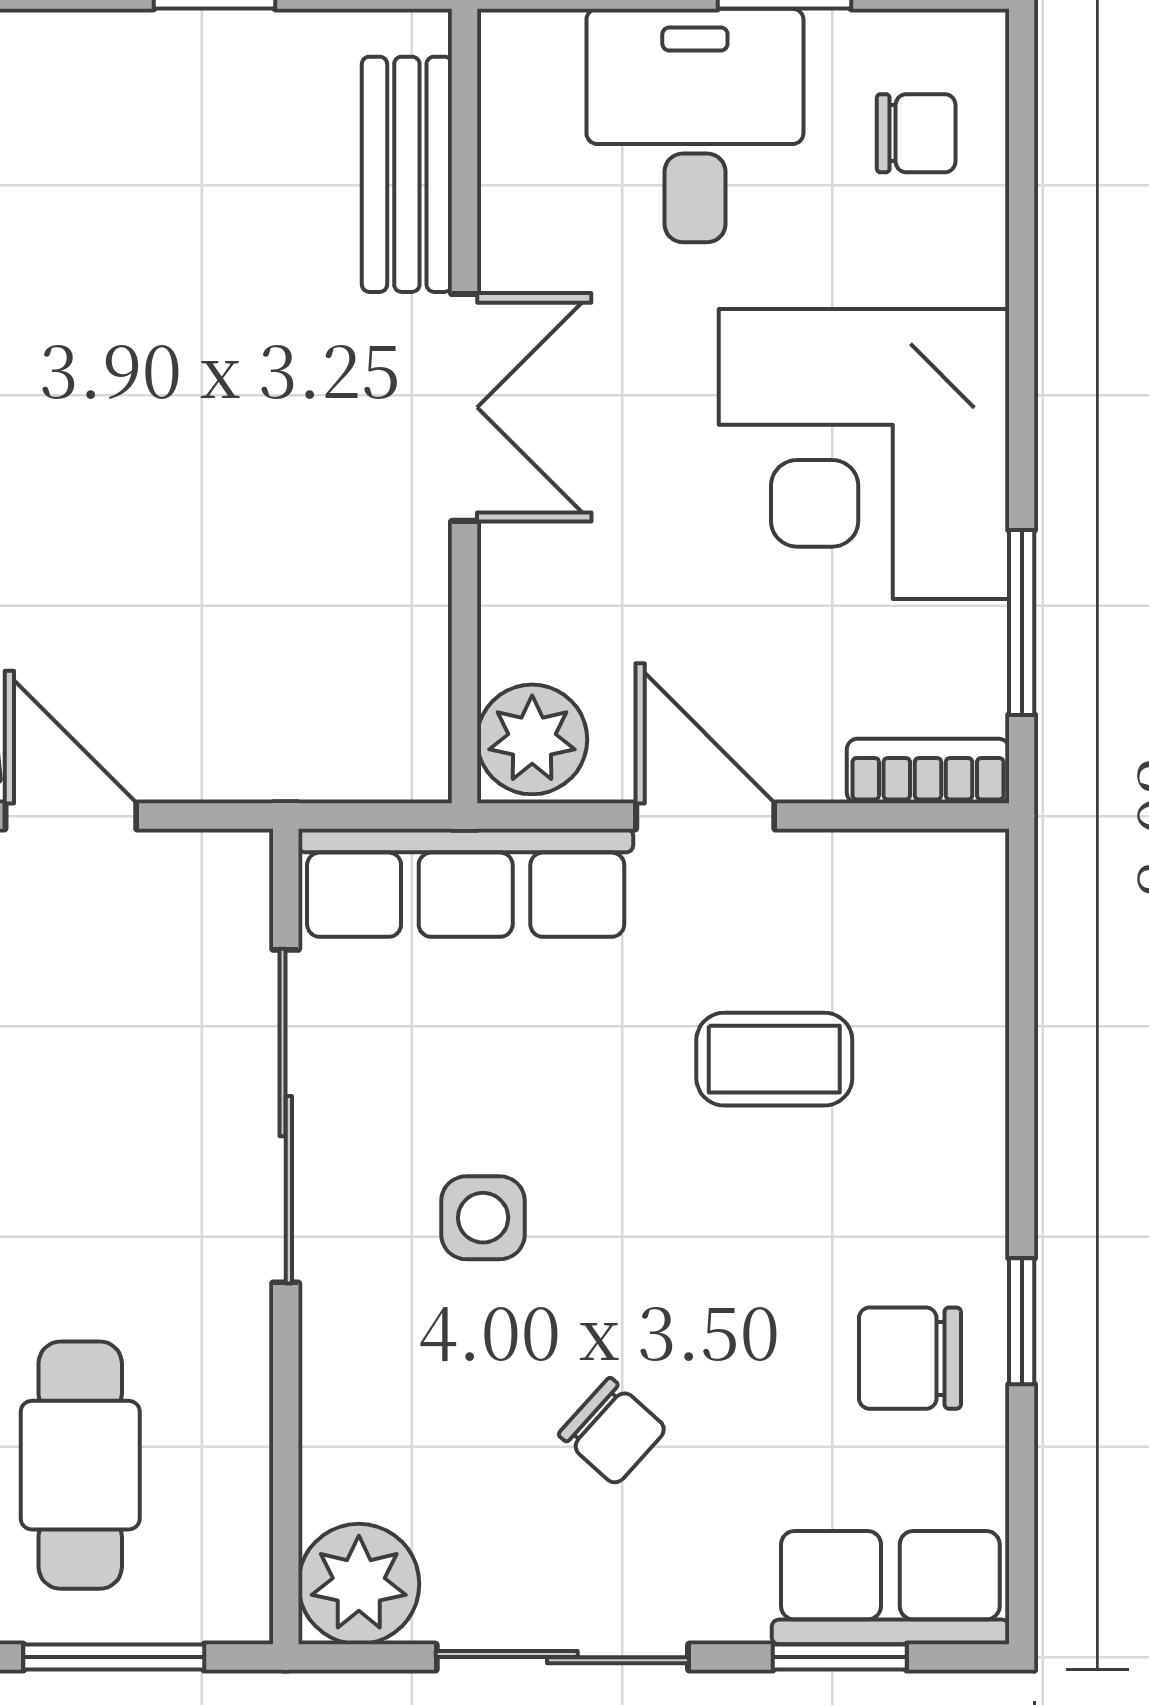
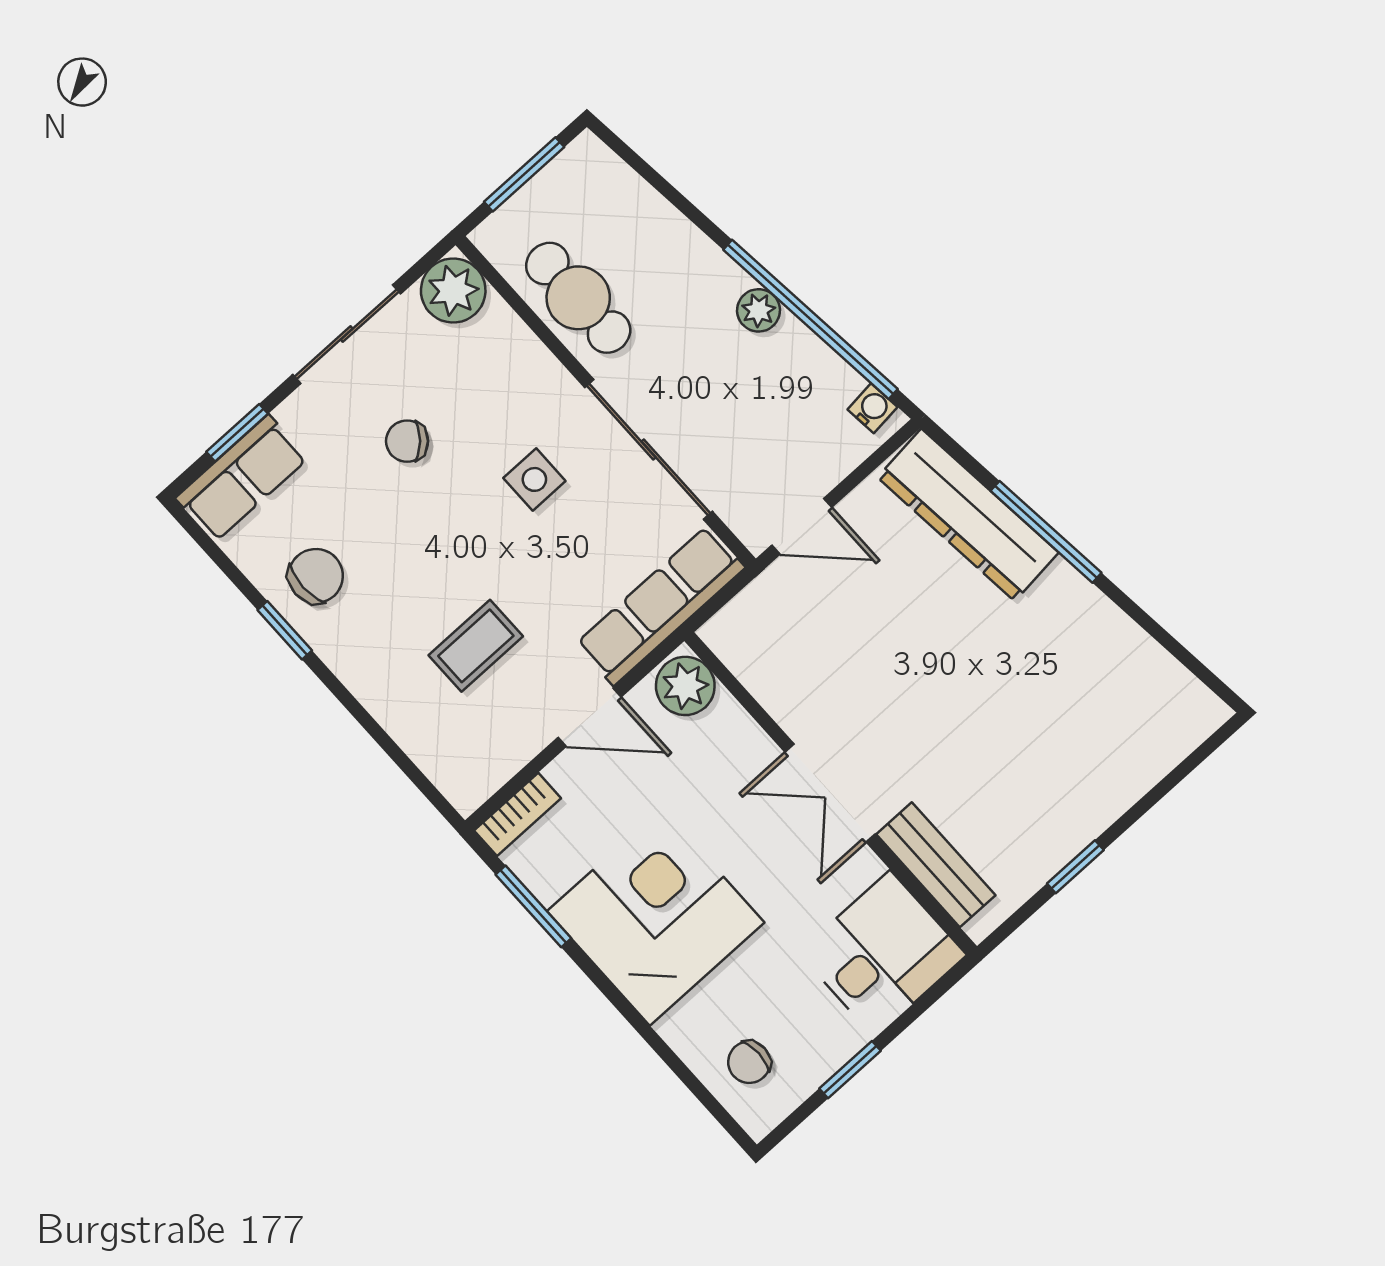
desk: (695, 125) -> (882, 954), moved, turned -90
door: (71, 816) -> (802, 526), moved
cafe table: (80, 1465) -> (578, 298), moved

